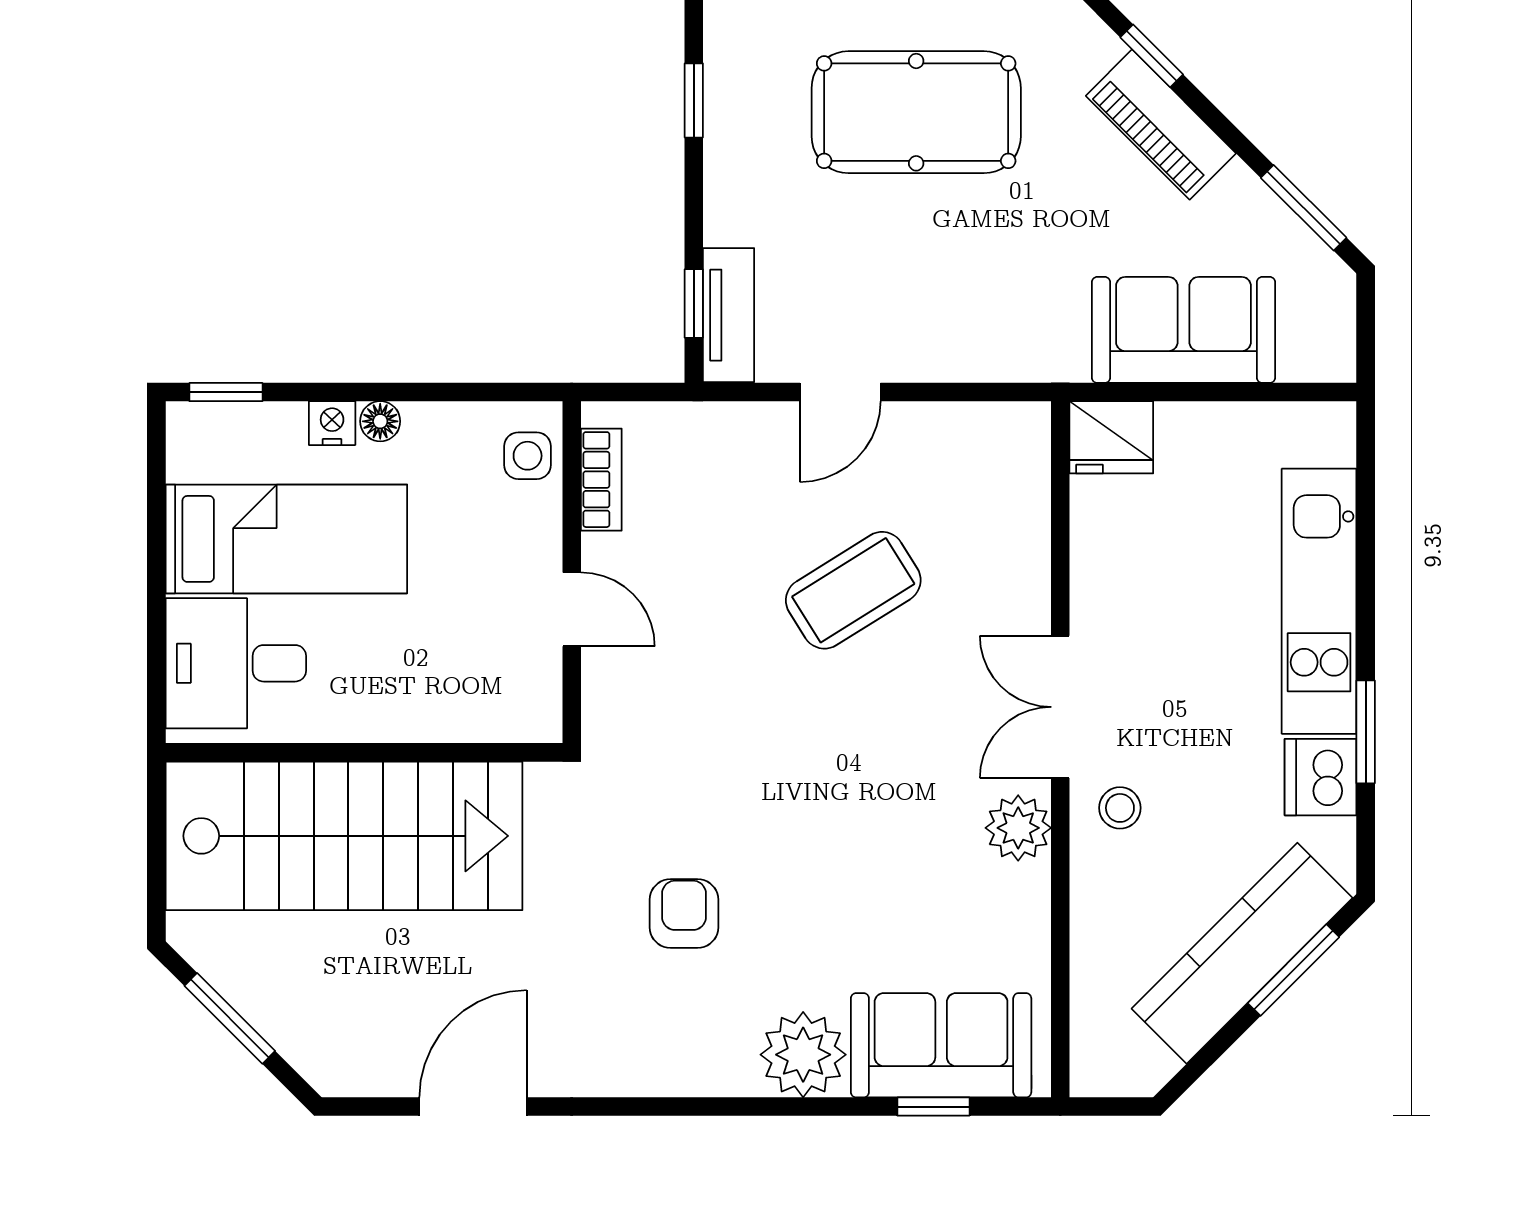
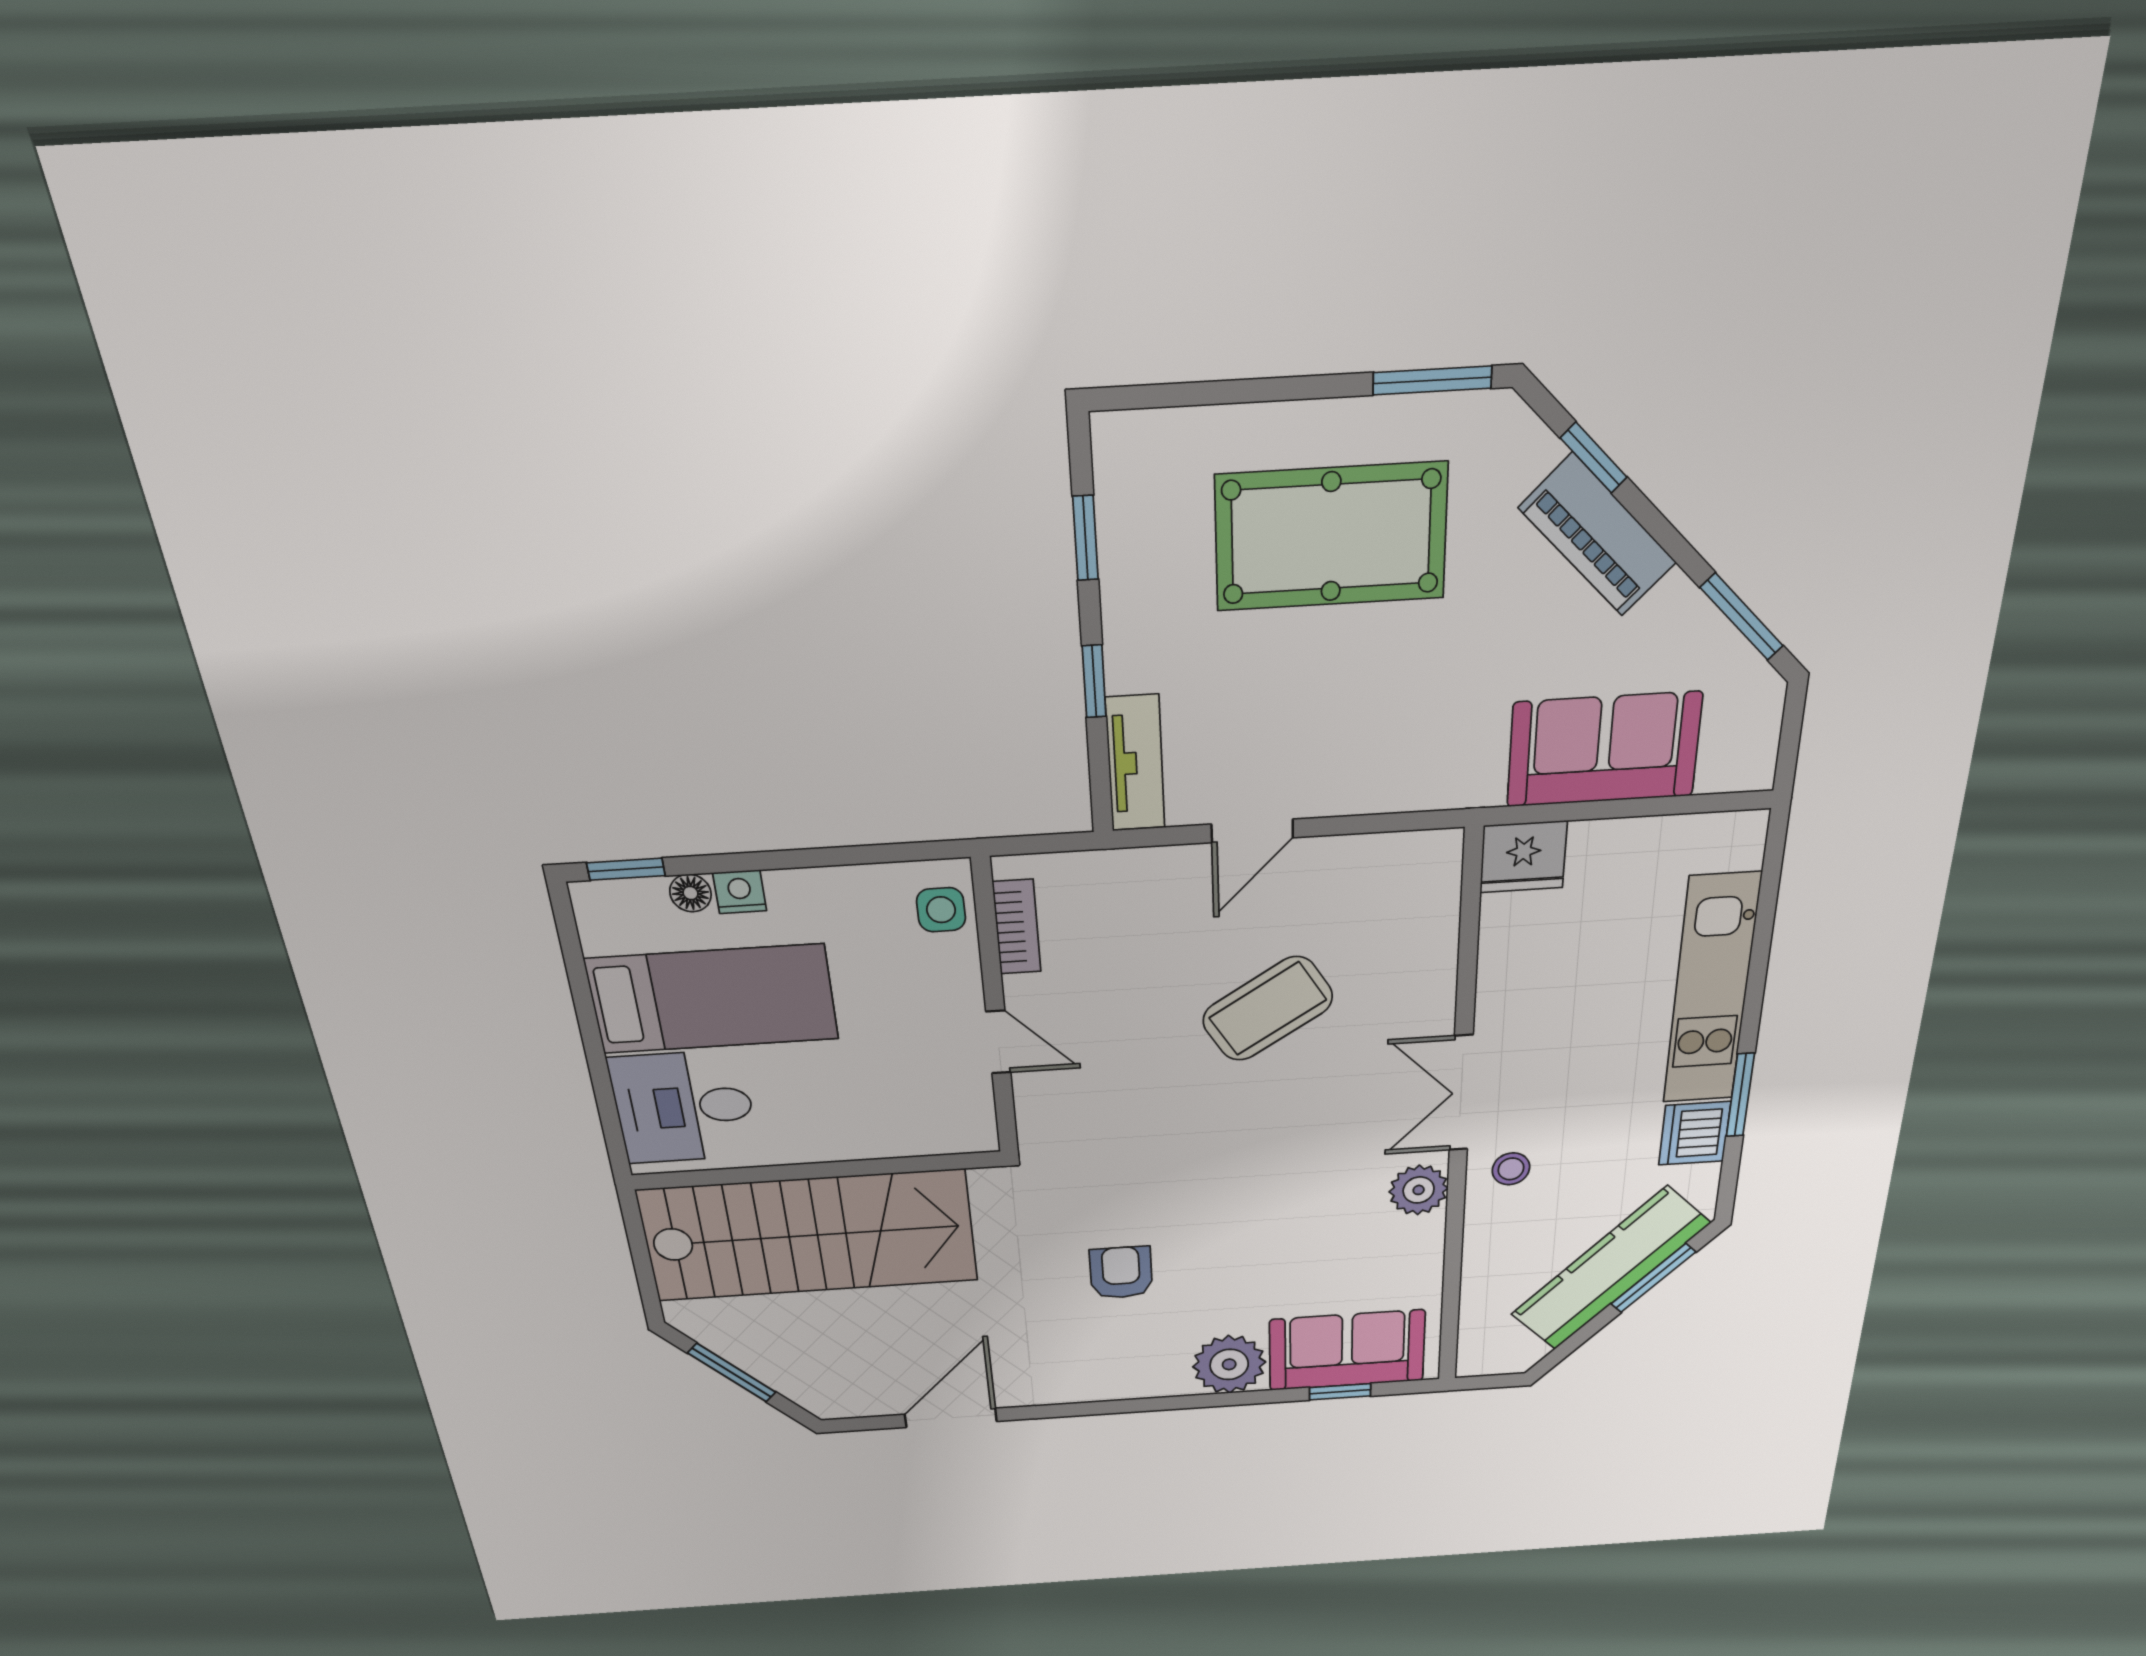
window: (694, 303) -> (1094, 681), moved
floor lamp: (380, 421) -> (690, 893), moved

